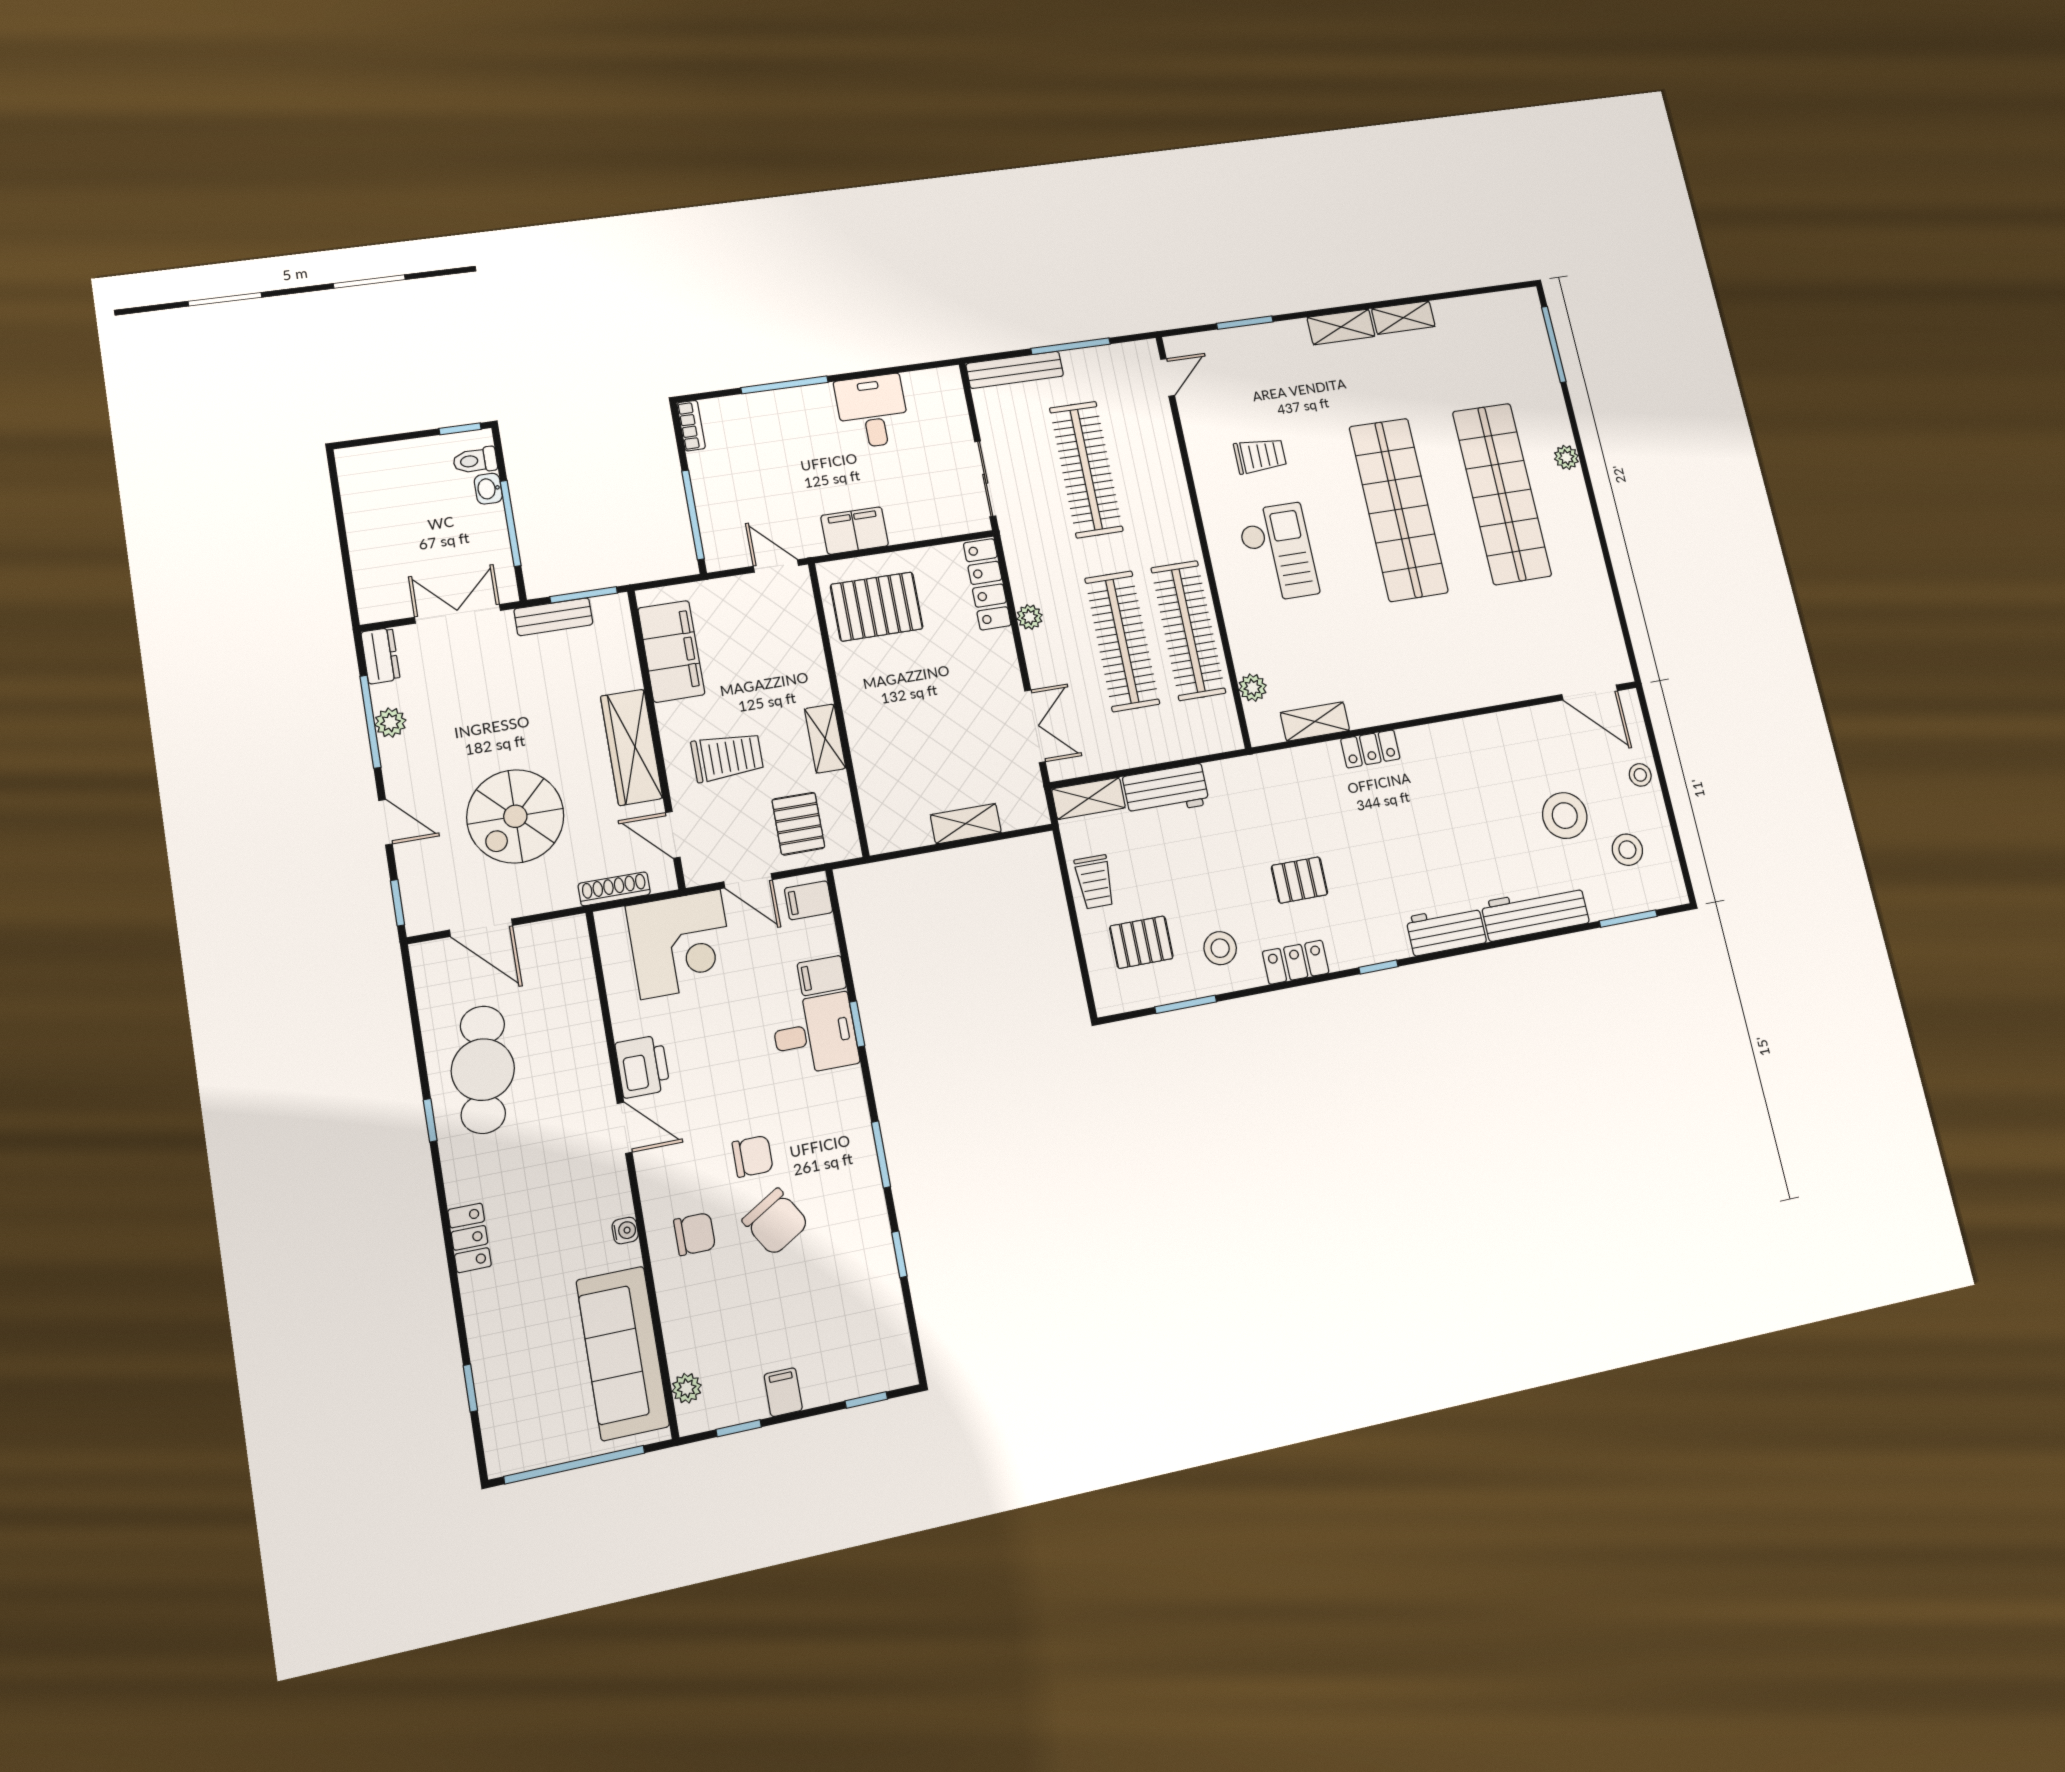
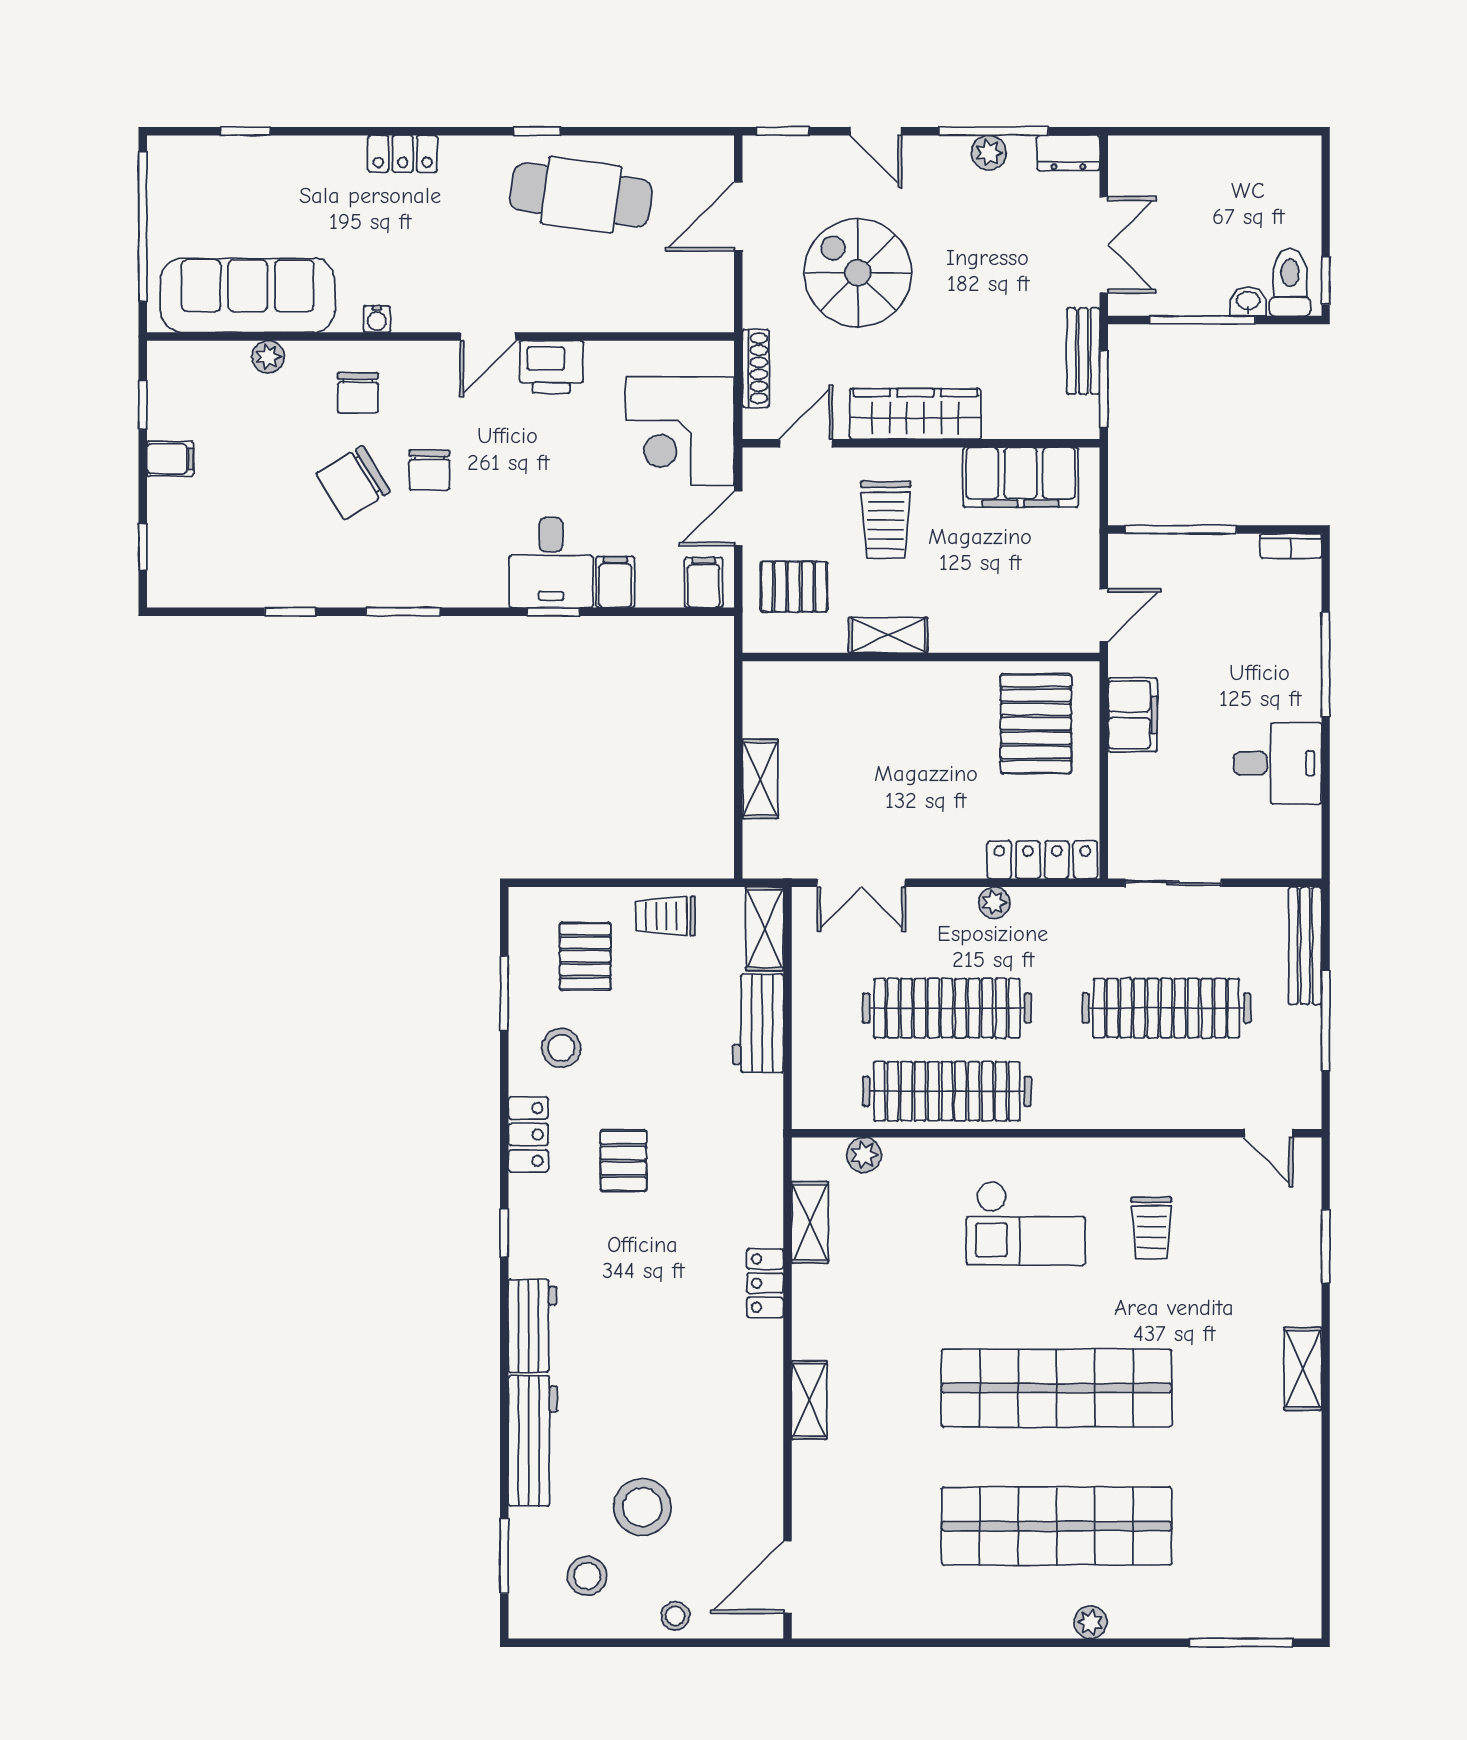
shelving: (1403, 318) -> (809, 1400), moved
toilet: (475, 461) -> (1290, 282), width x1.37, depth x1.39
door: (385, 822) -> (876, 131), hinge flipped
plant: (687, 1388) -> (268, 357), moved

